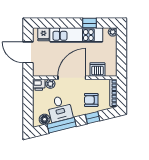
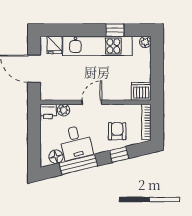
dishwasher: (97, 70) -> (141, 91), moved
door: (72, 78) -> (92, 102), width x0.53
armchair: (91, 100) -> (117, 131), turned 90

